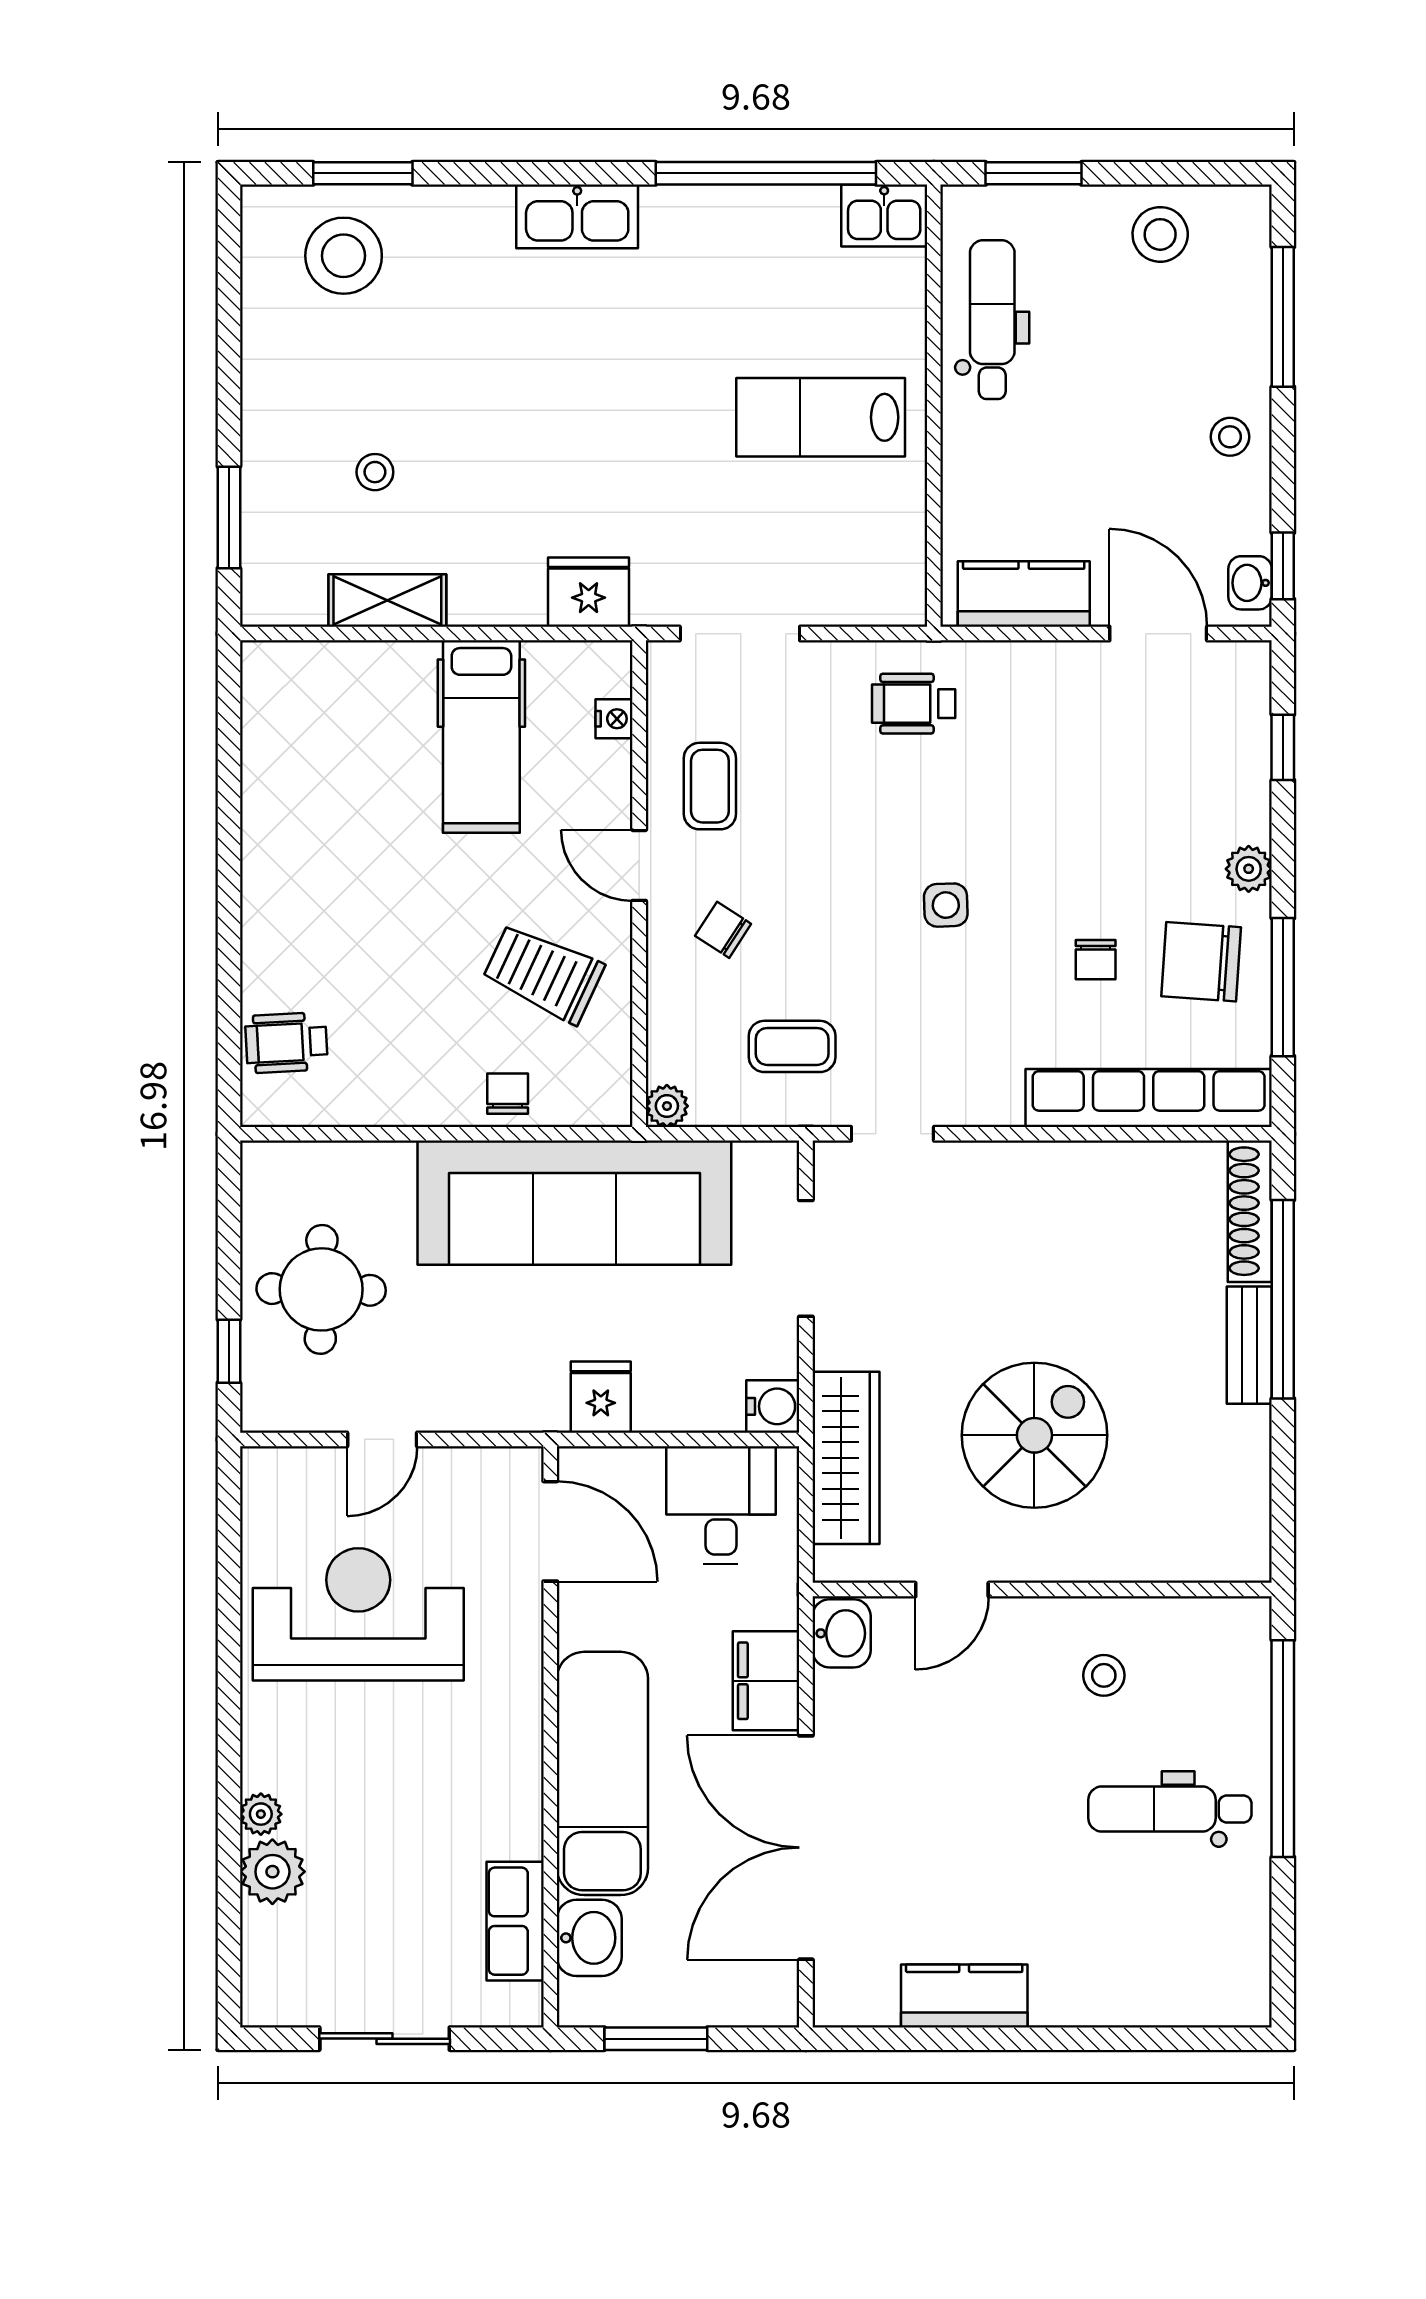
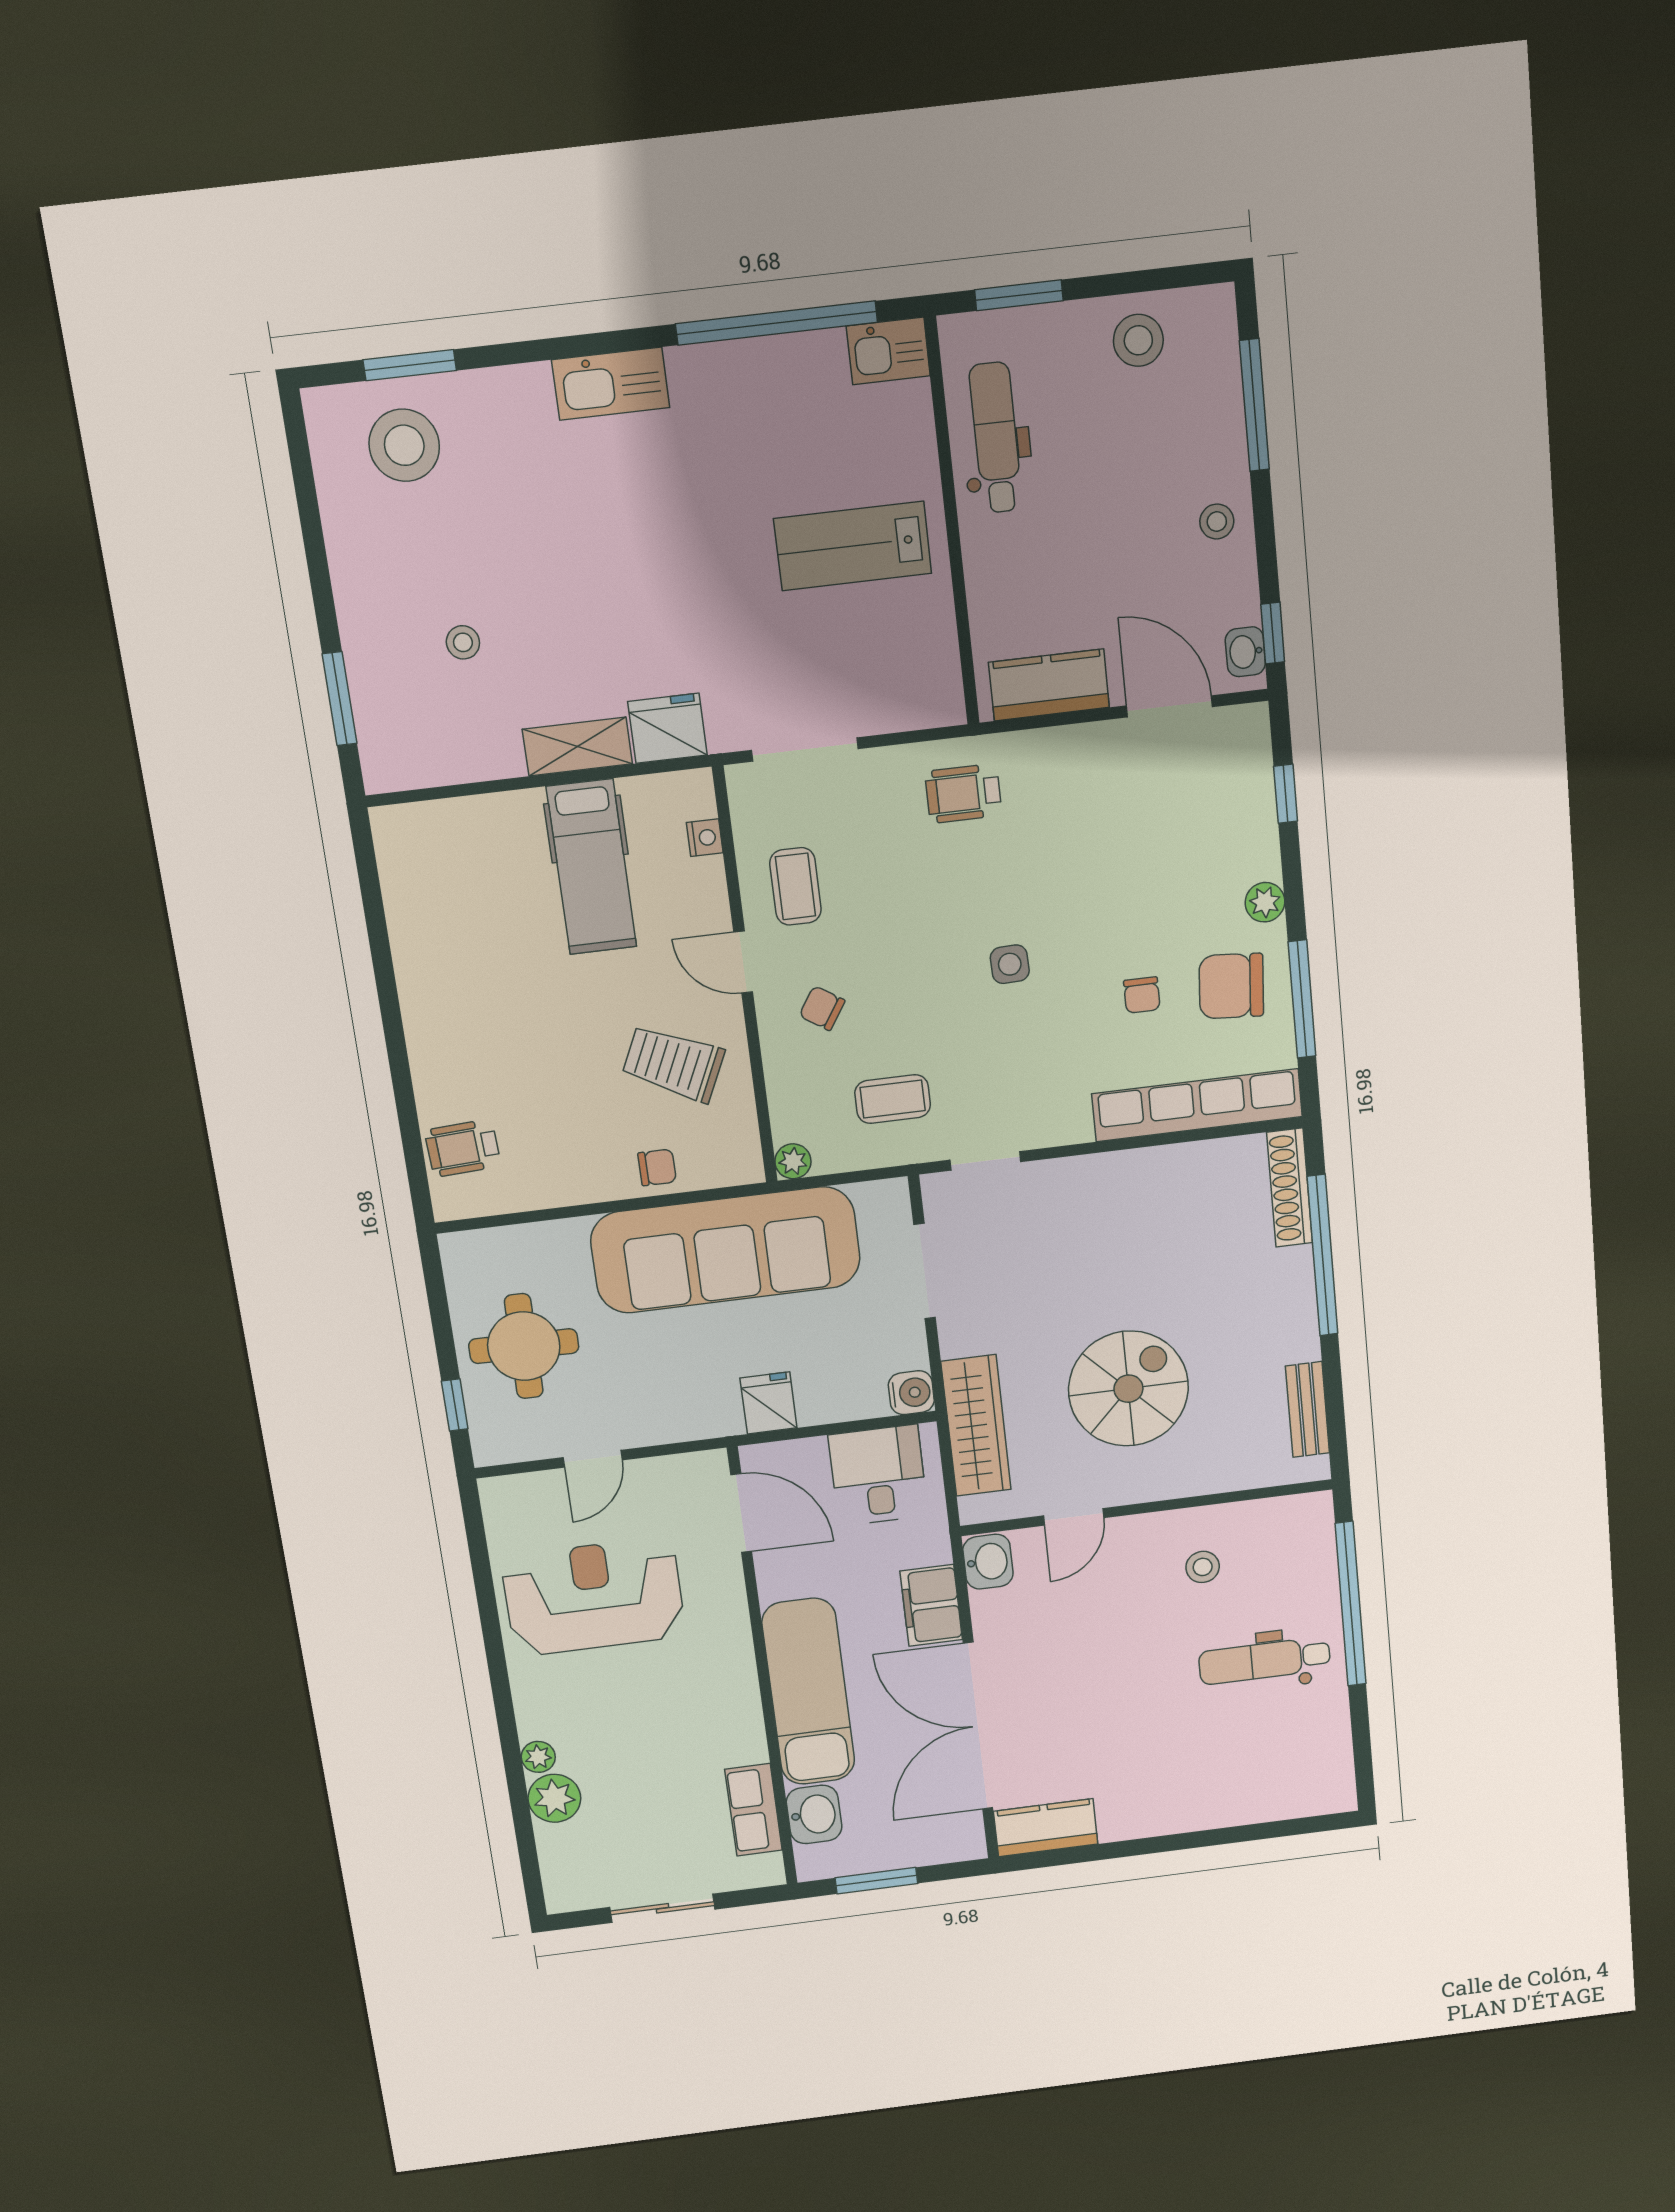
shelving: (387, 600) -> (577, 747), moved
chair: (508, 1094) -> (657, 1167), turned 90
bench: (1249, 1345) -> (1307, 1410), moved
kitchen counter: (964, 1996) -> (1046, 1828), moved

